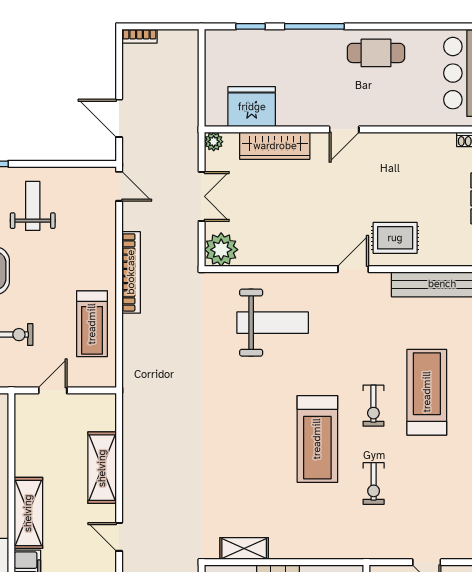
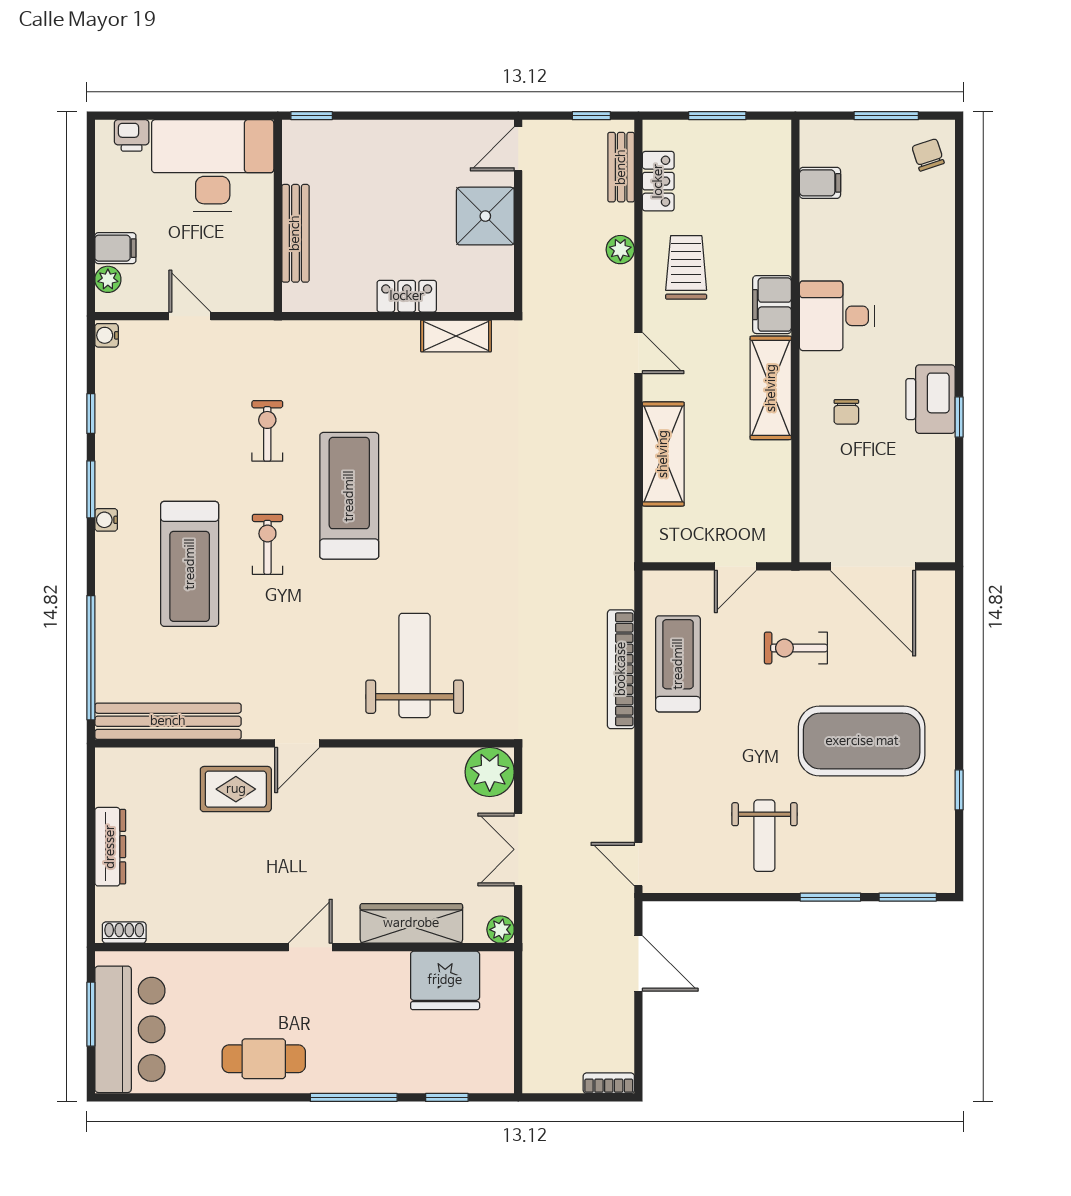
bookcase: (131, 272) -> (621, 669), moved
weight bench: (273, 323) -> (415, 665), turned 90

